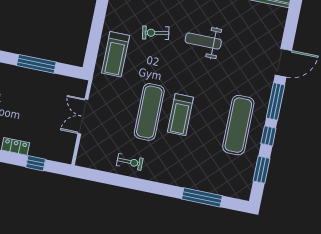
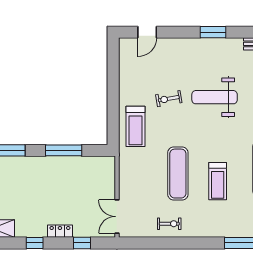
weight bench: (203, 41) -> (215, 97), width x1.36, depth x1.33
treadmill: (180, 115) -> (218, 181), moved
double door: (83, 116) -> (117, 217), moved

